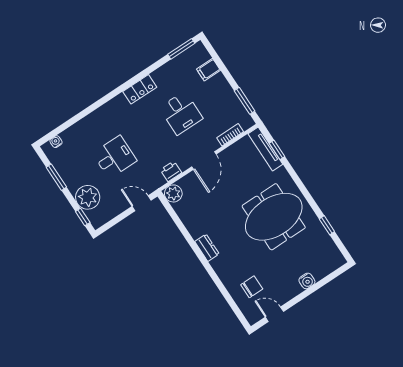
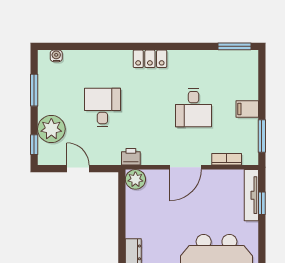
filing cabinet: (208, 70) -> (247, 109), moved
locker: (140, 89) -> (150, 59), moved
desk: (115, 157) -> (102, 108), turned -90
printer: (171, 171) -> (131, 157), moved
door: (142, 203) -> (78, 169), moved

